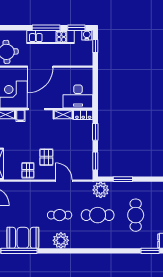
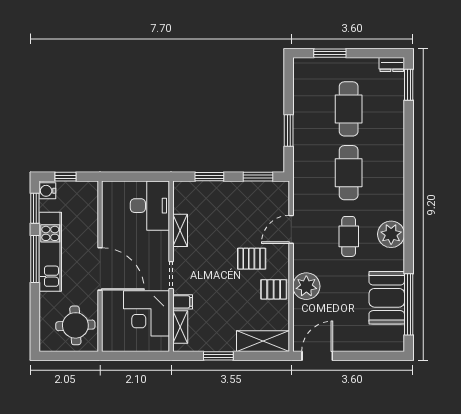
locker: (83, 115) -> (181, 197), removed
plant: (101, 190) -> (306, 286), moved
cafe table: (136, 215) -> (349, 109), turned 90

